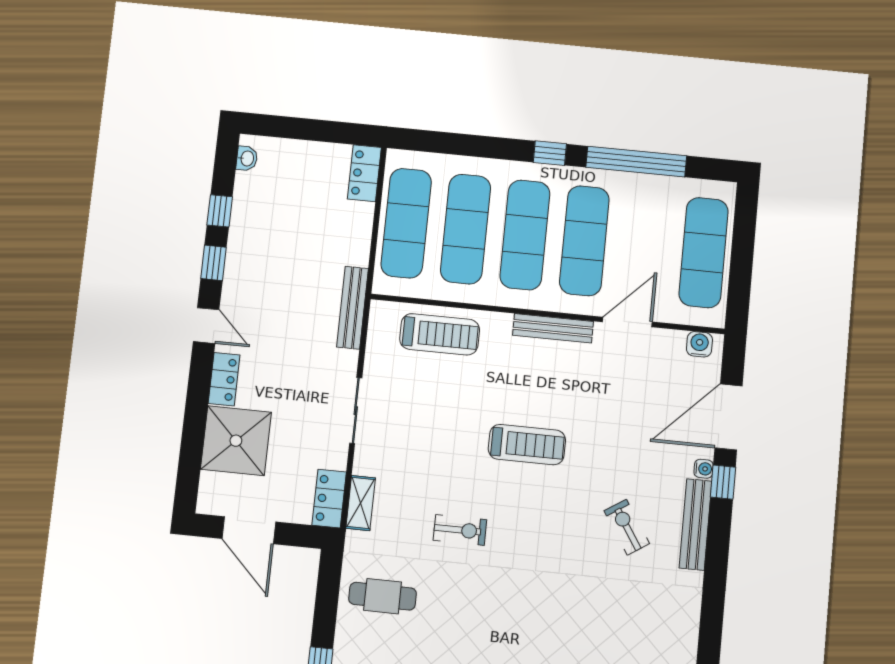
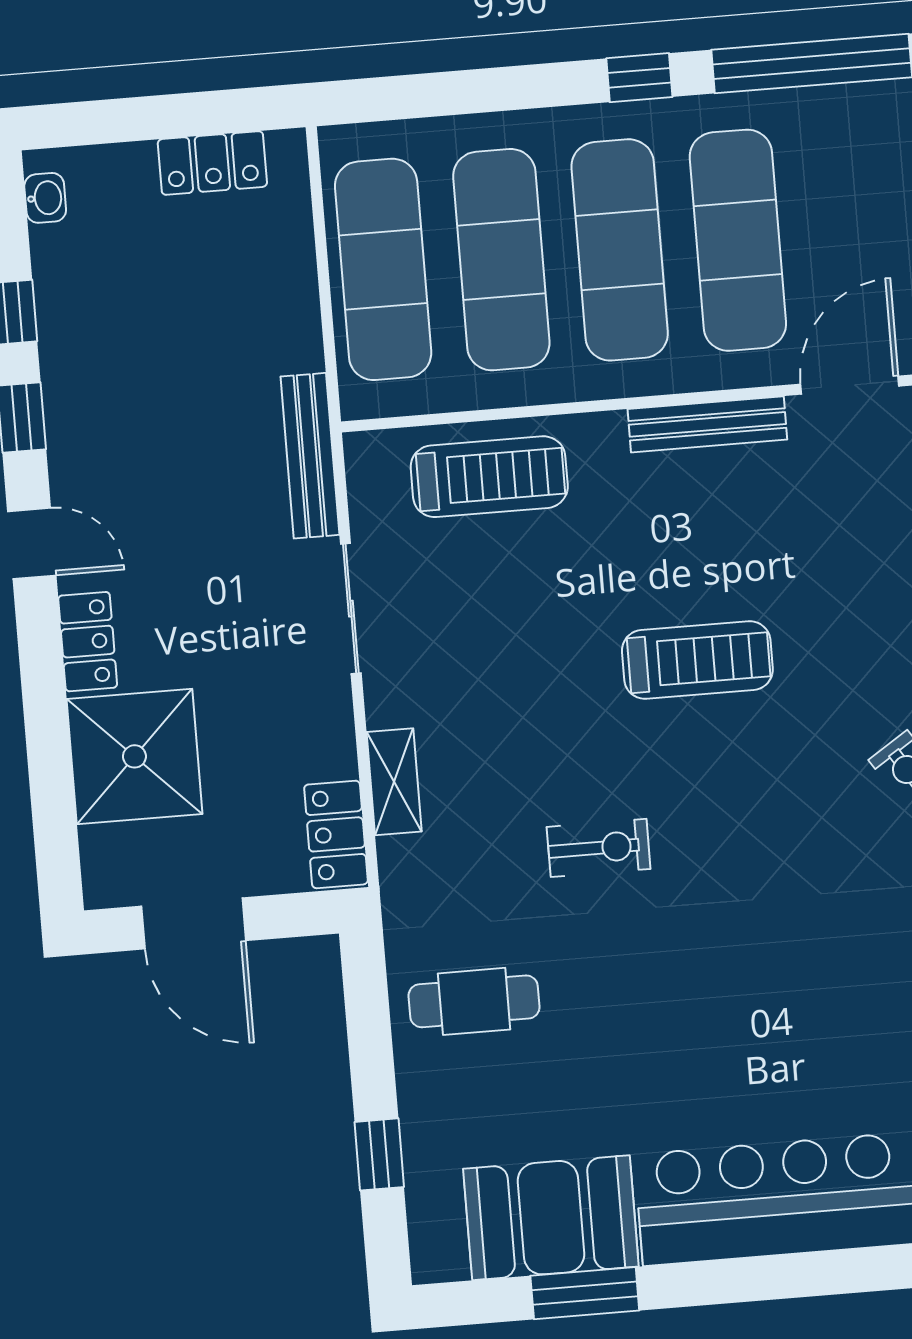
locker: (364, 173) -> (212, 163), moved, turned -90
sliding door: (356, 411) -> (351, 609), moved
shelving: (361, 503) -> (394, 782), moved

